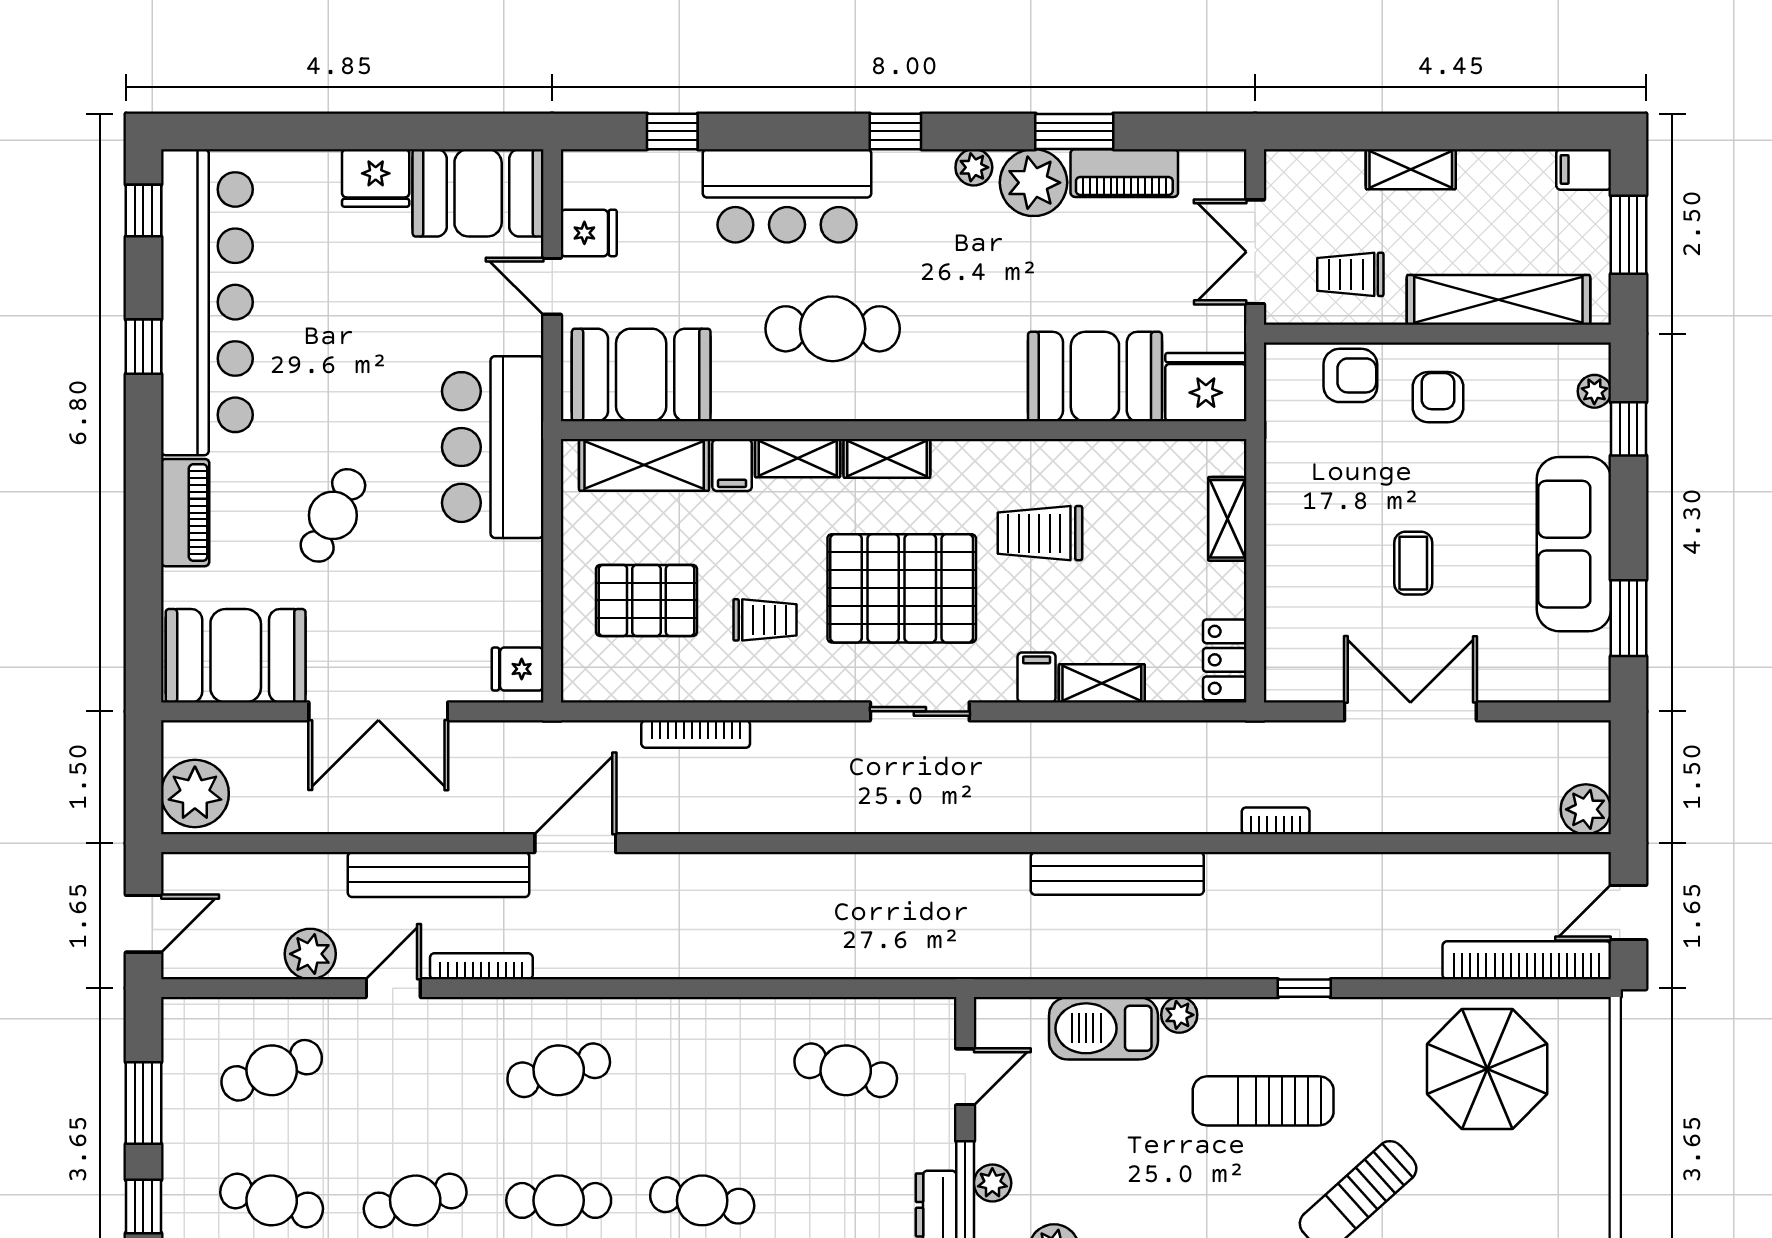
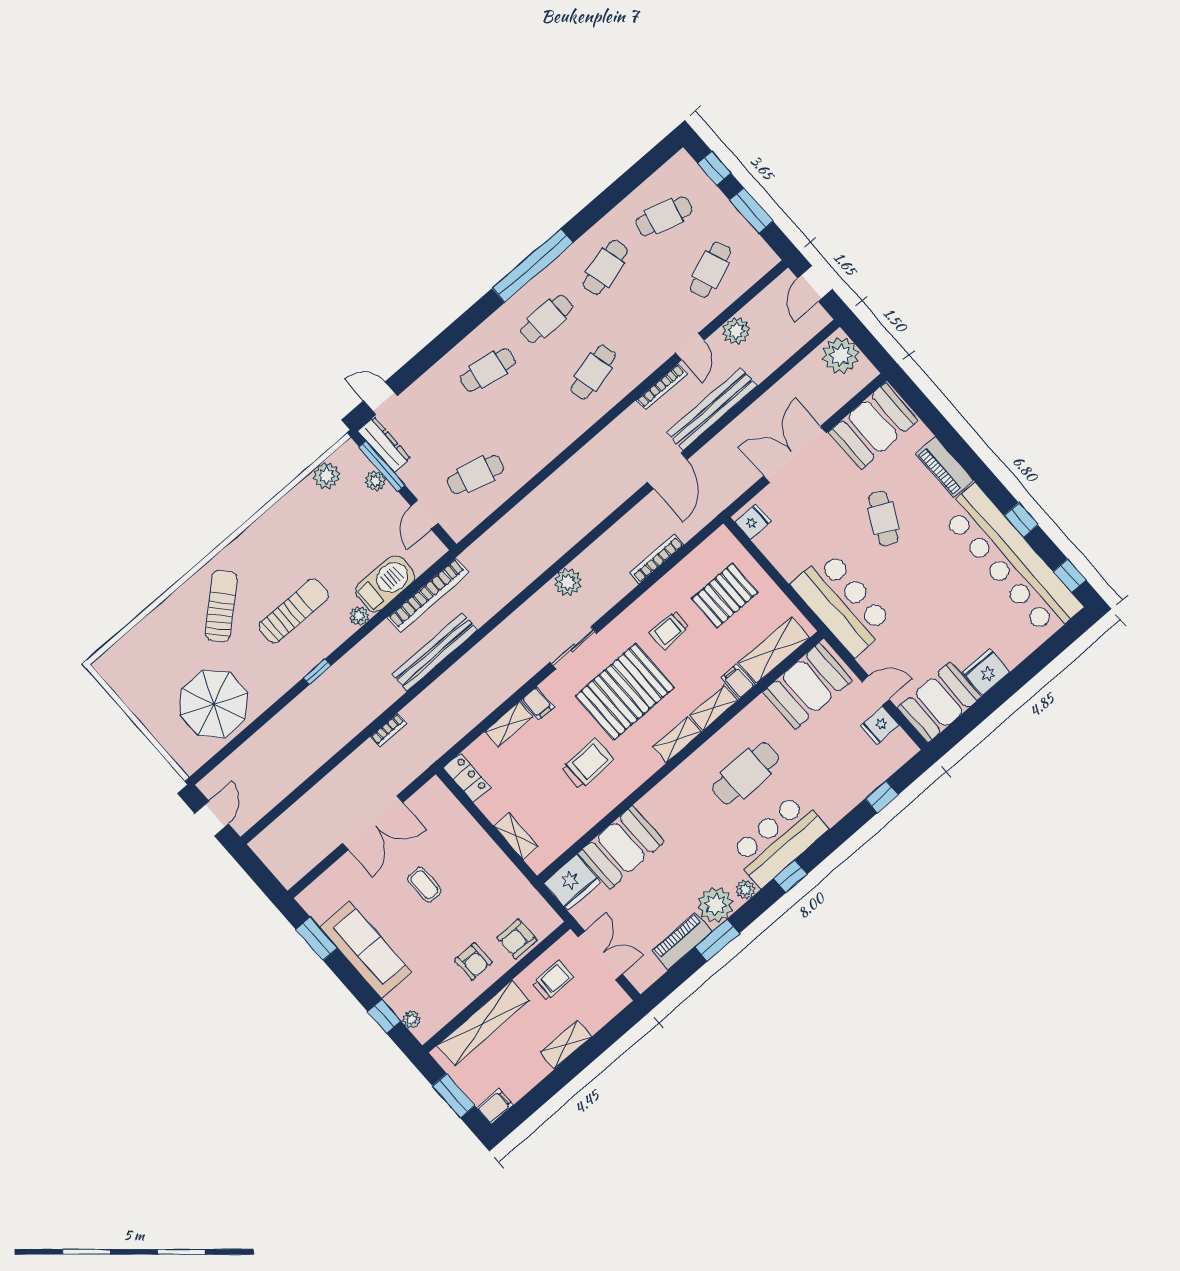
bar counter: (787, 196) -> (779, 840), moved
plant: (1586, 809) -> (568, 582), moved
bookcase: (1527, 960) -> (428, 595), moved

